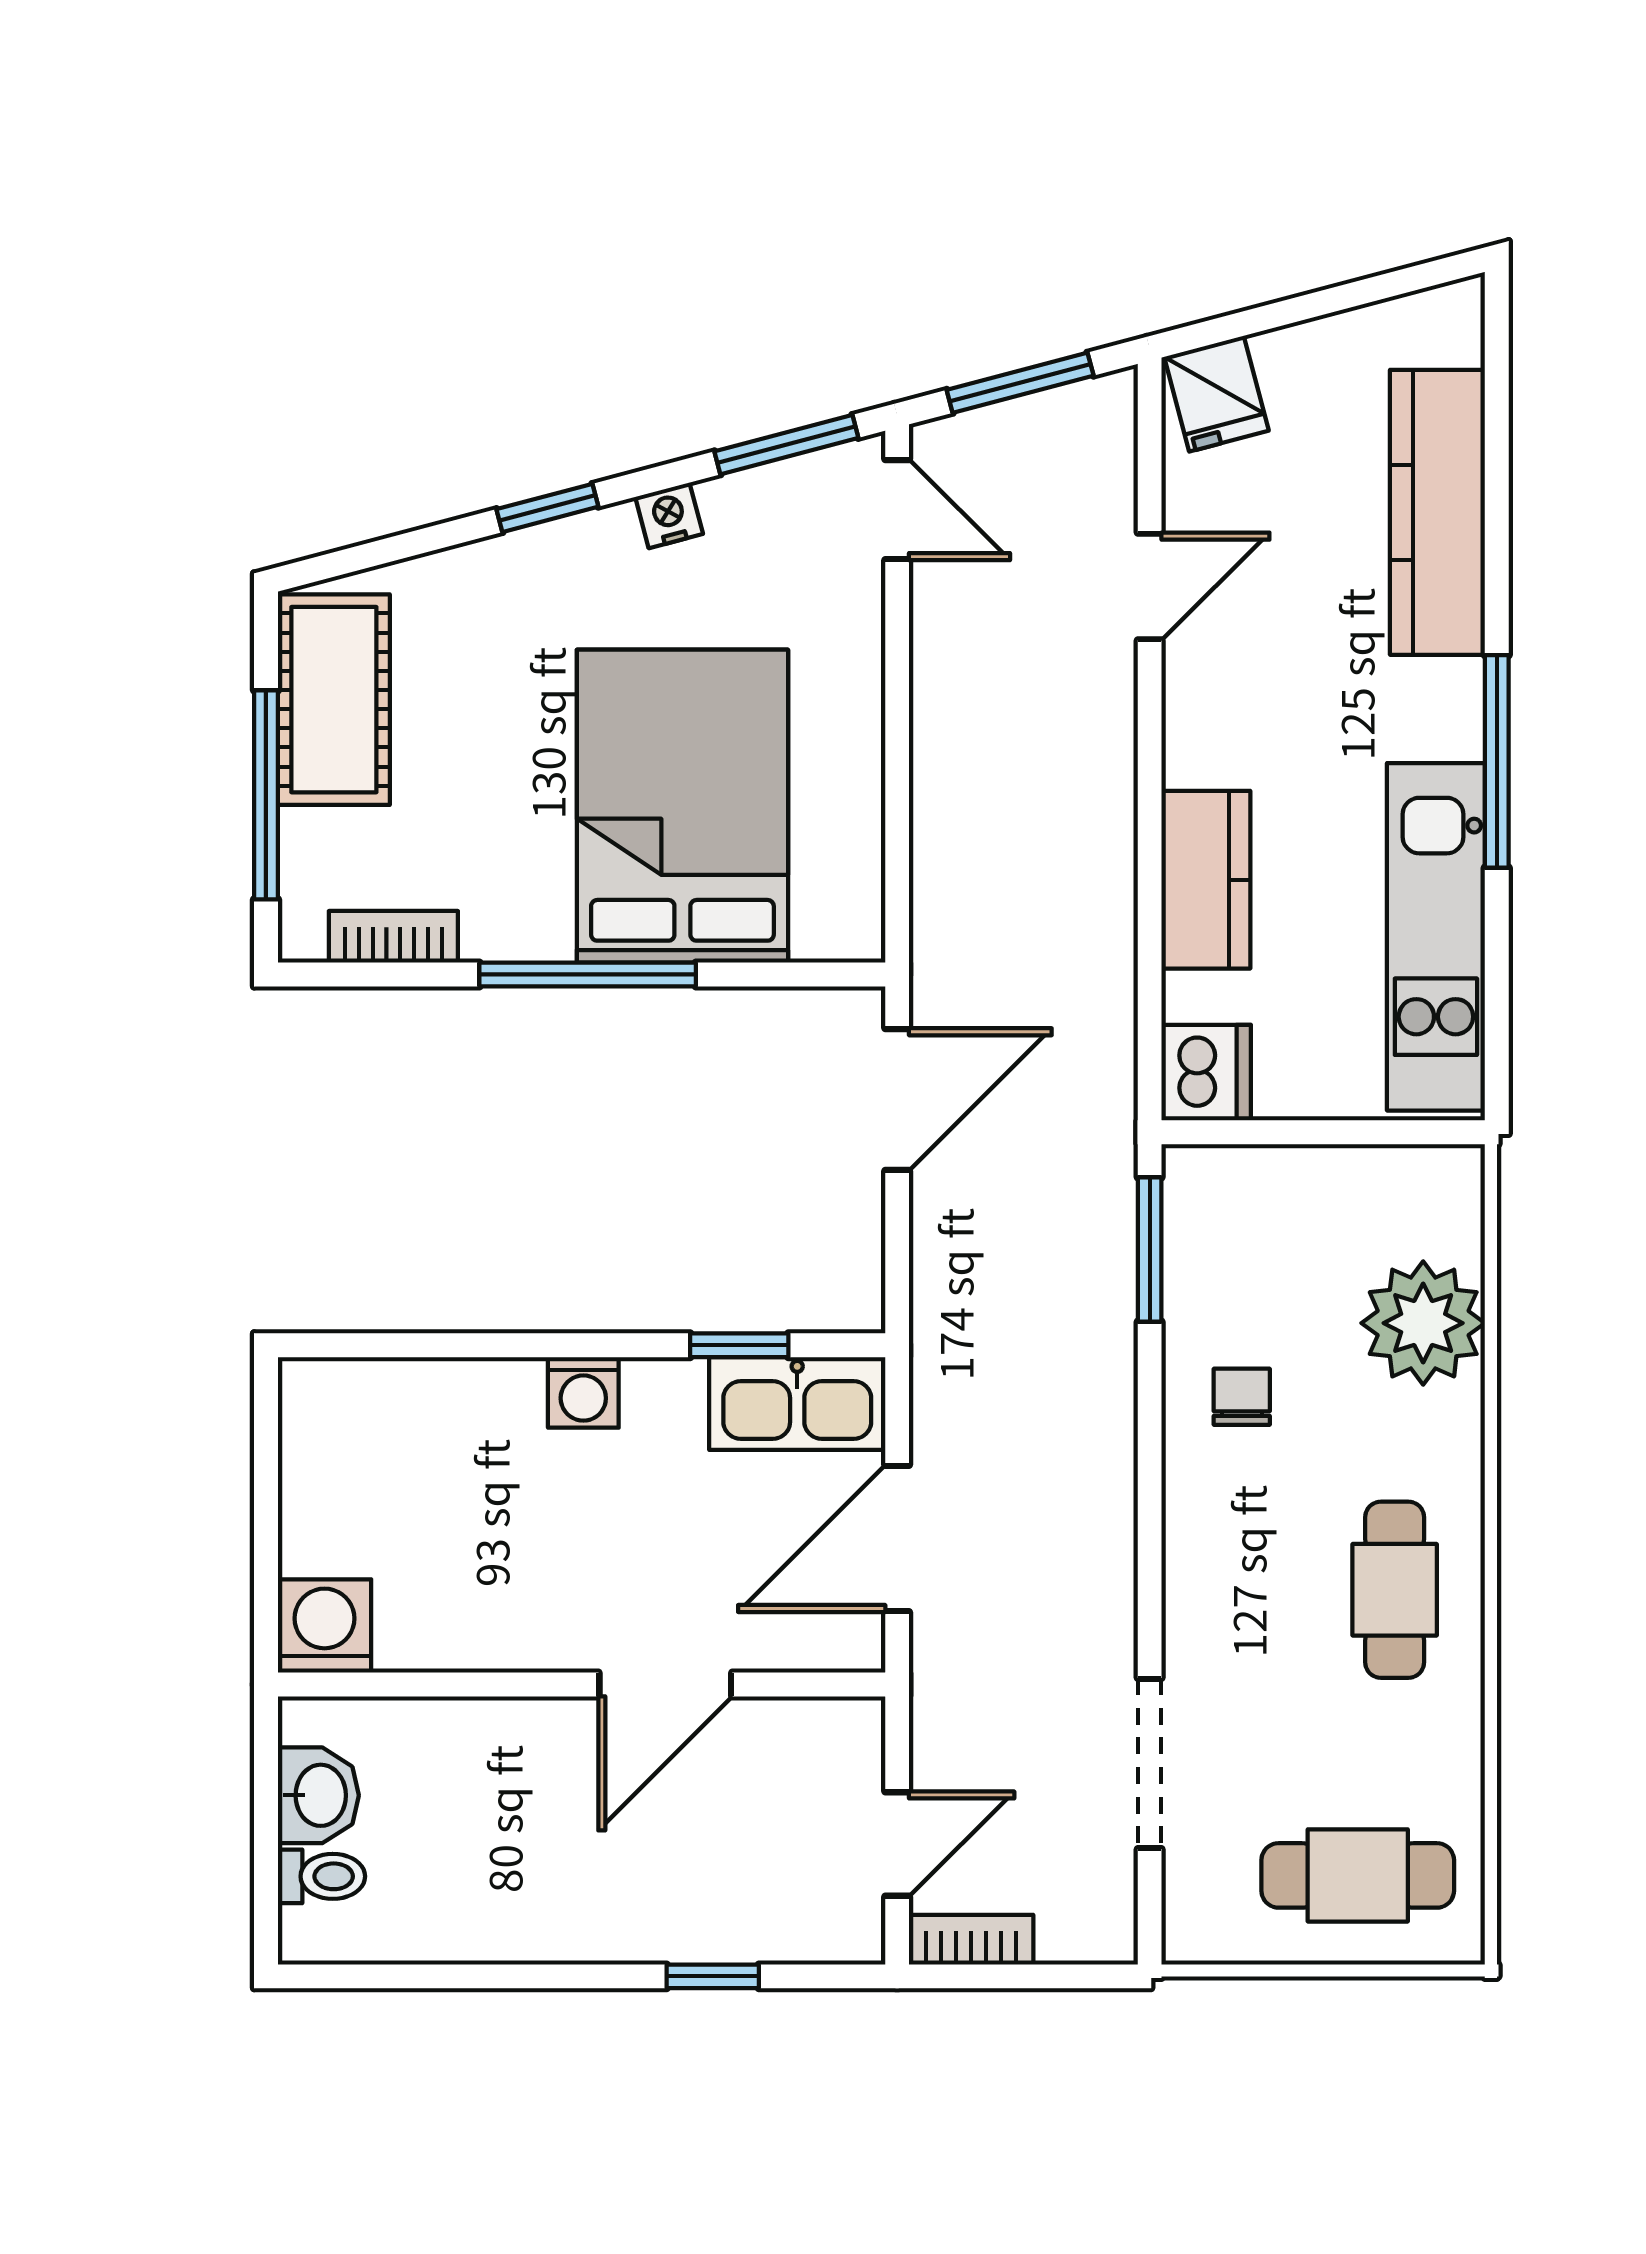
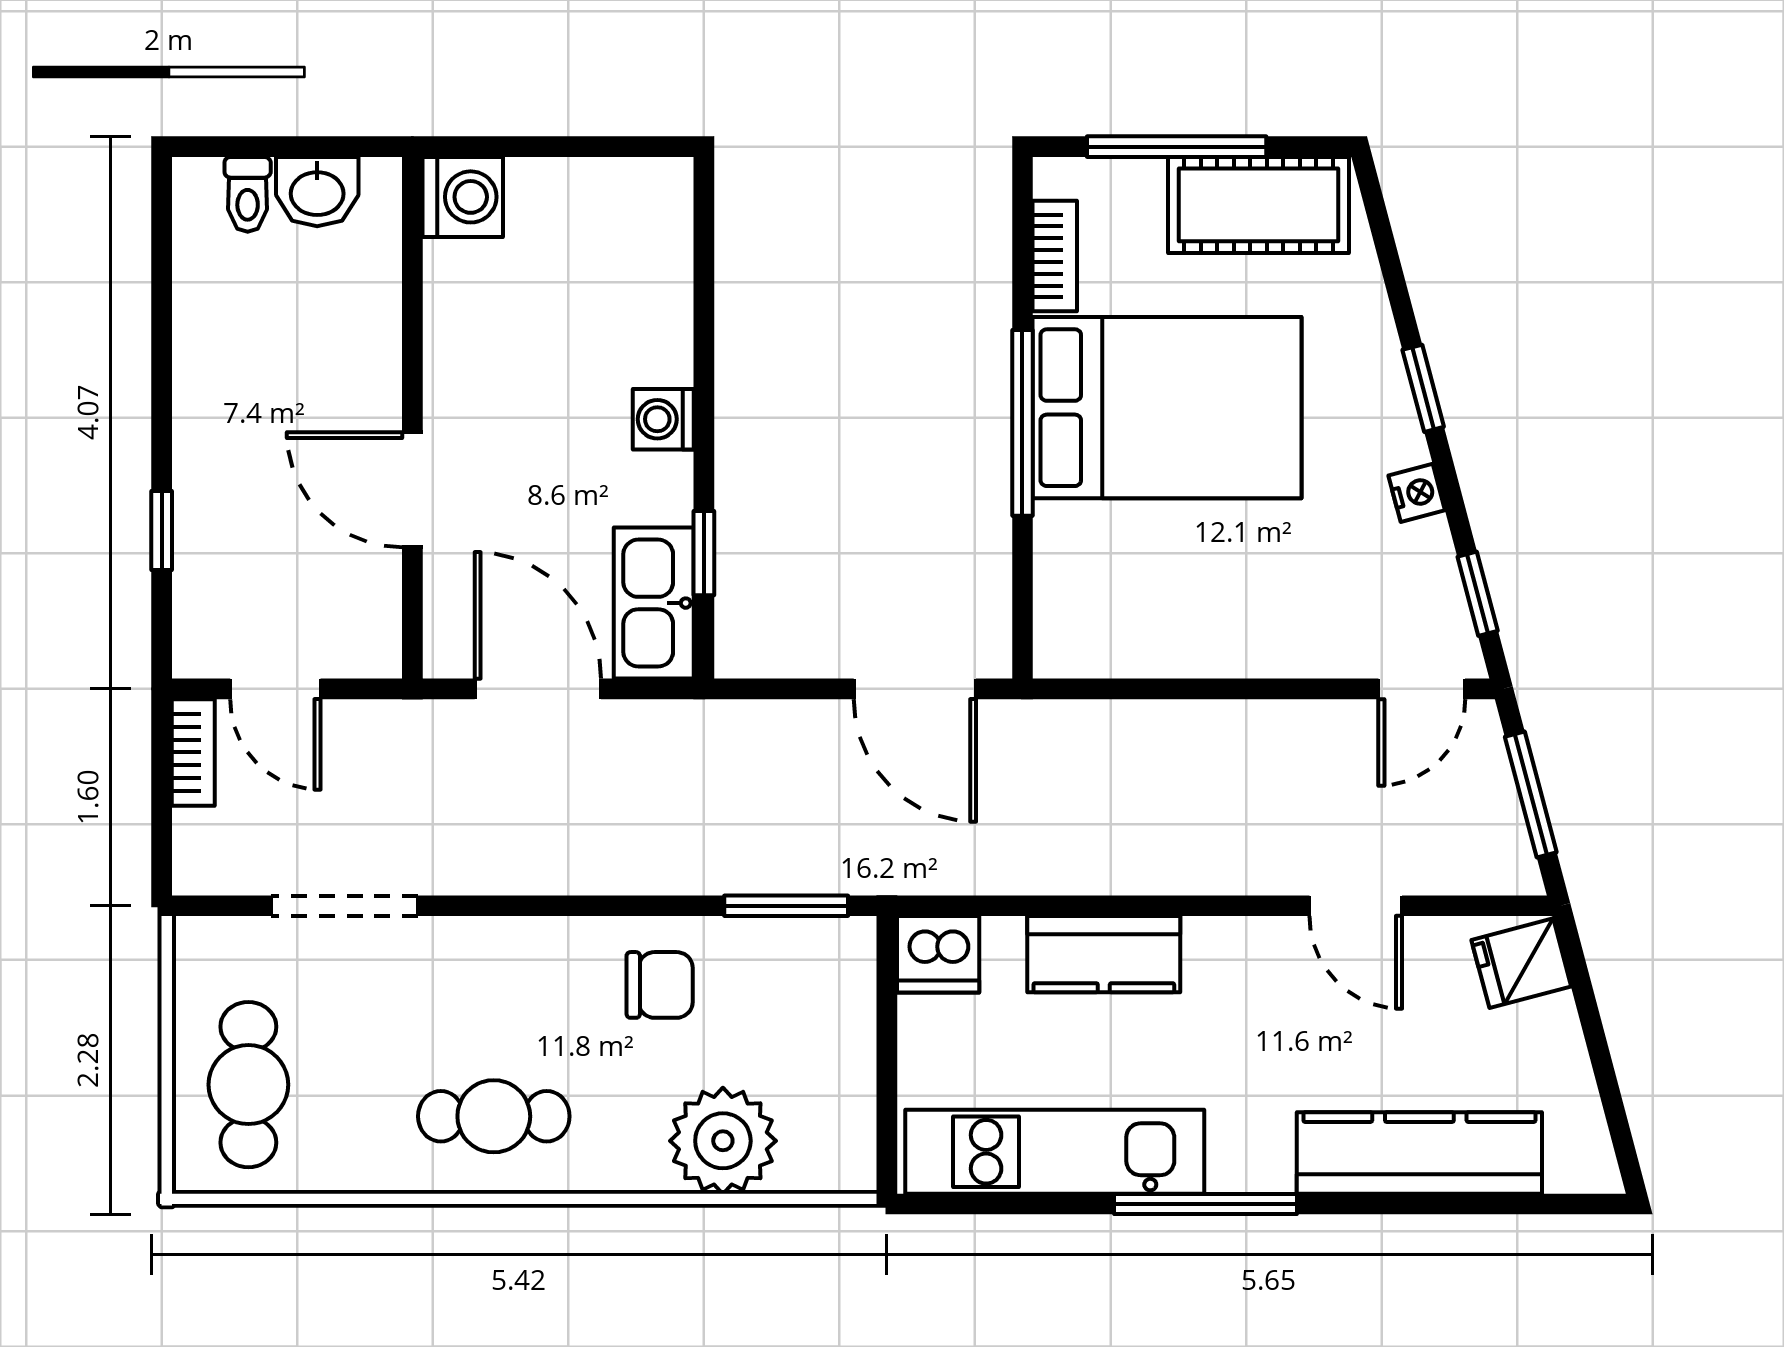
window: (786, 445) -> (1478, 594), width x0.67
bed: (682, 806) -> (1167, 408), moved
chair: (1242, 1397) -> (660, 985), width x1.37, depth x1.37

